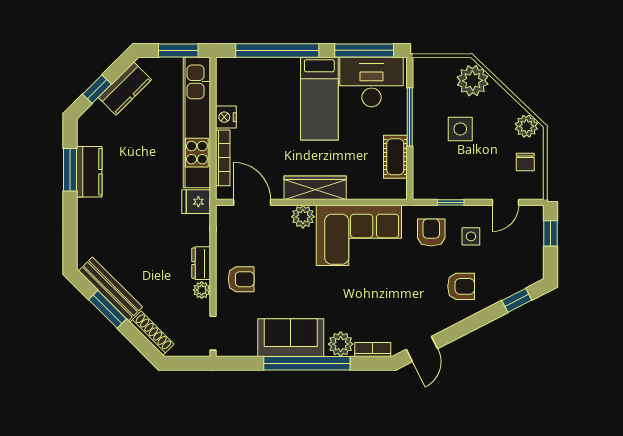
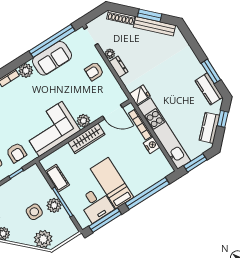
desk: (372, 82) -> (96, 205), width x0.73
plant: (425, 120) -> (54, 205), added
kitchen counter: (89, 172) -> (209, 89), moved
window: (307, 363) -> (52, 41), moved

